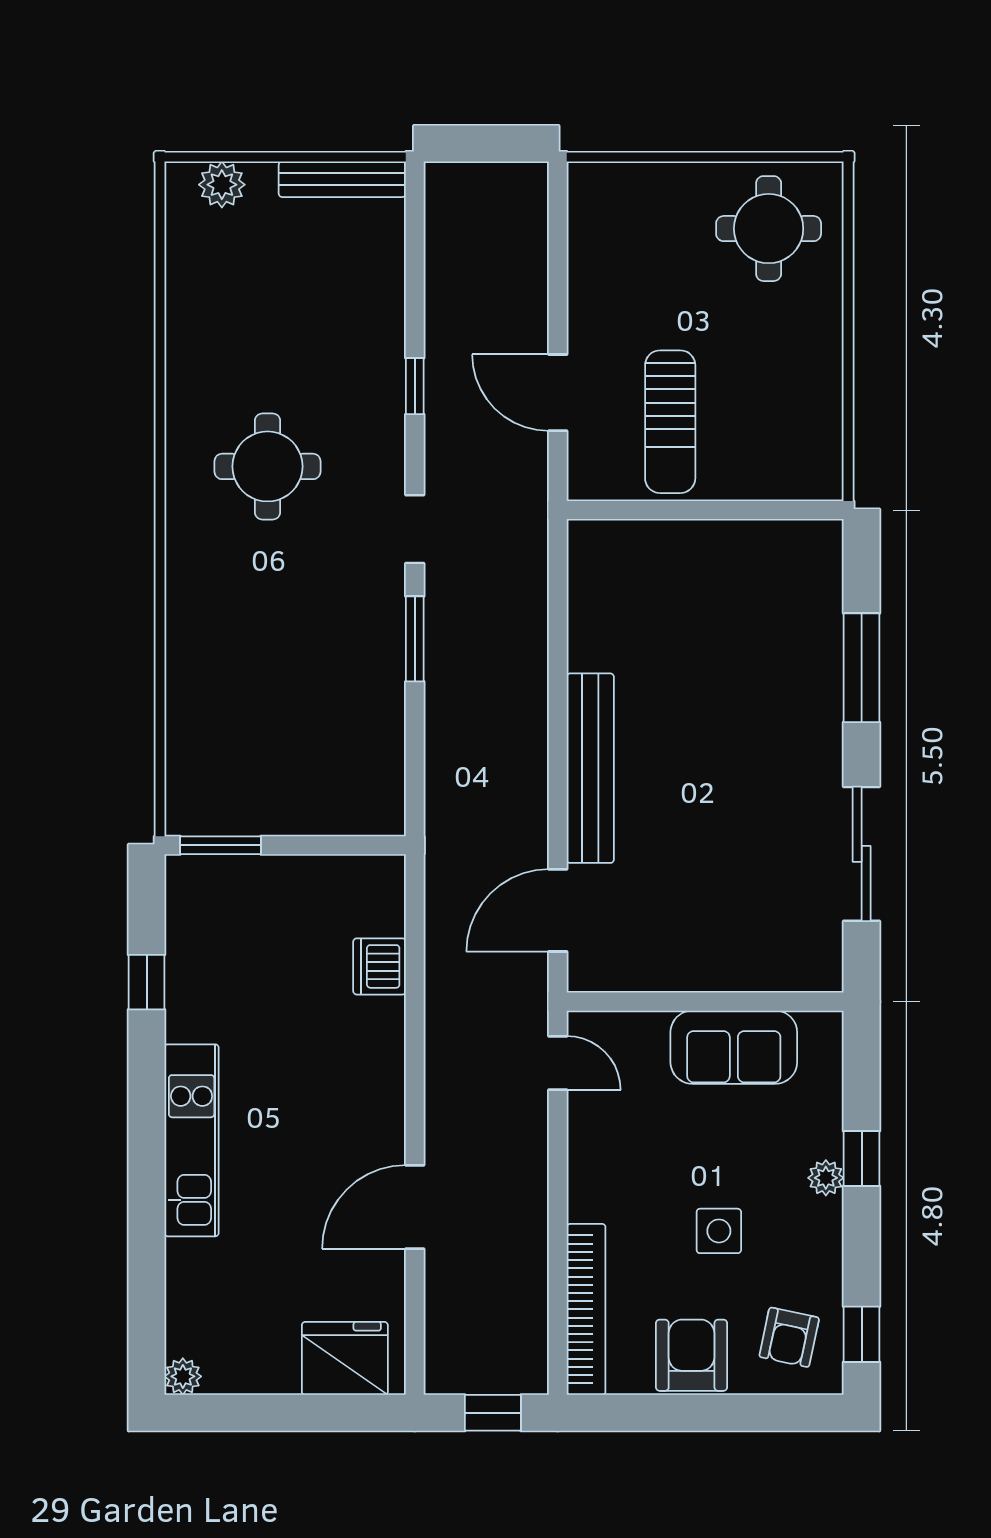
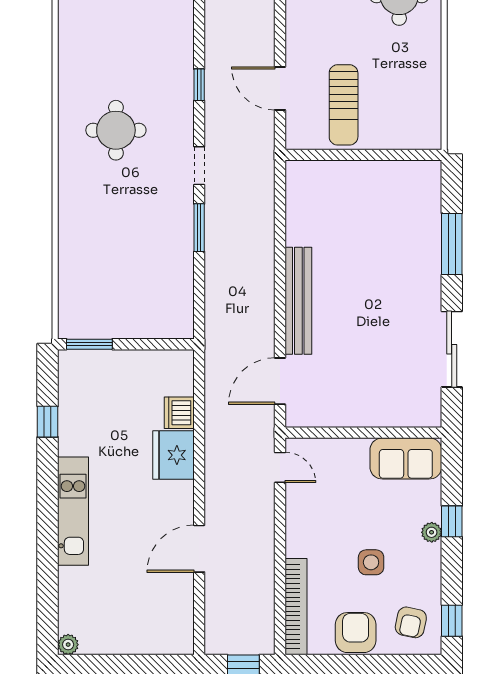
sofa: (734, 1047) -> (406, 458), moved
fridge: (345, 1358) -> (173, 455), moved, turned -90

